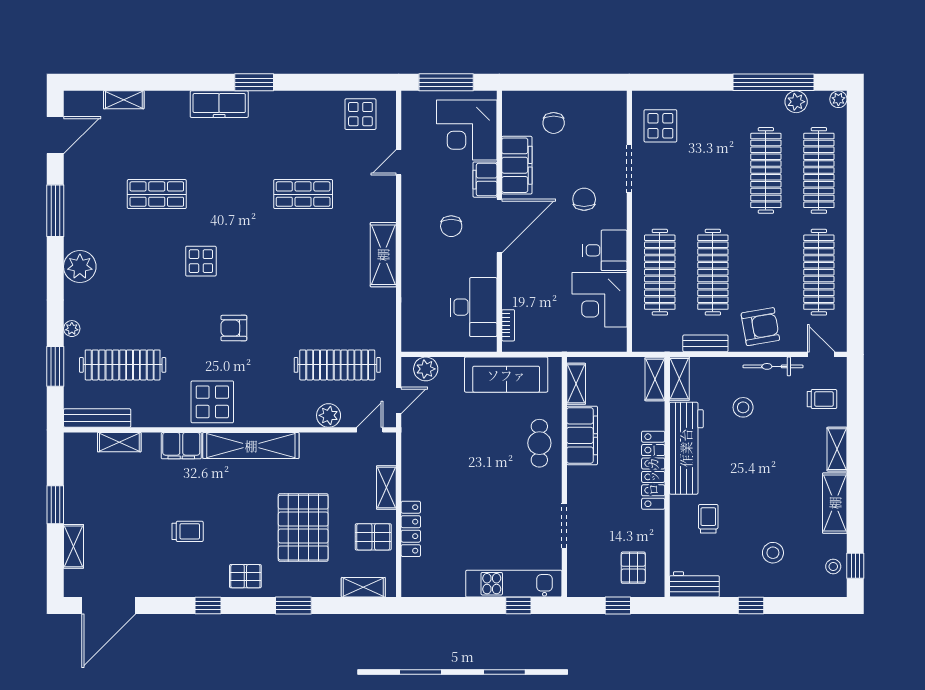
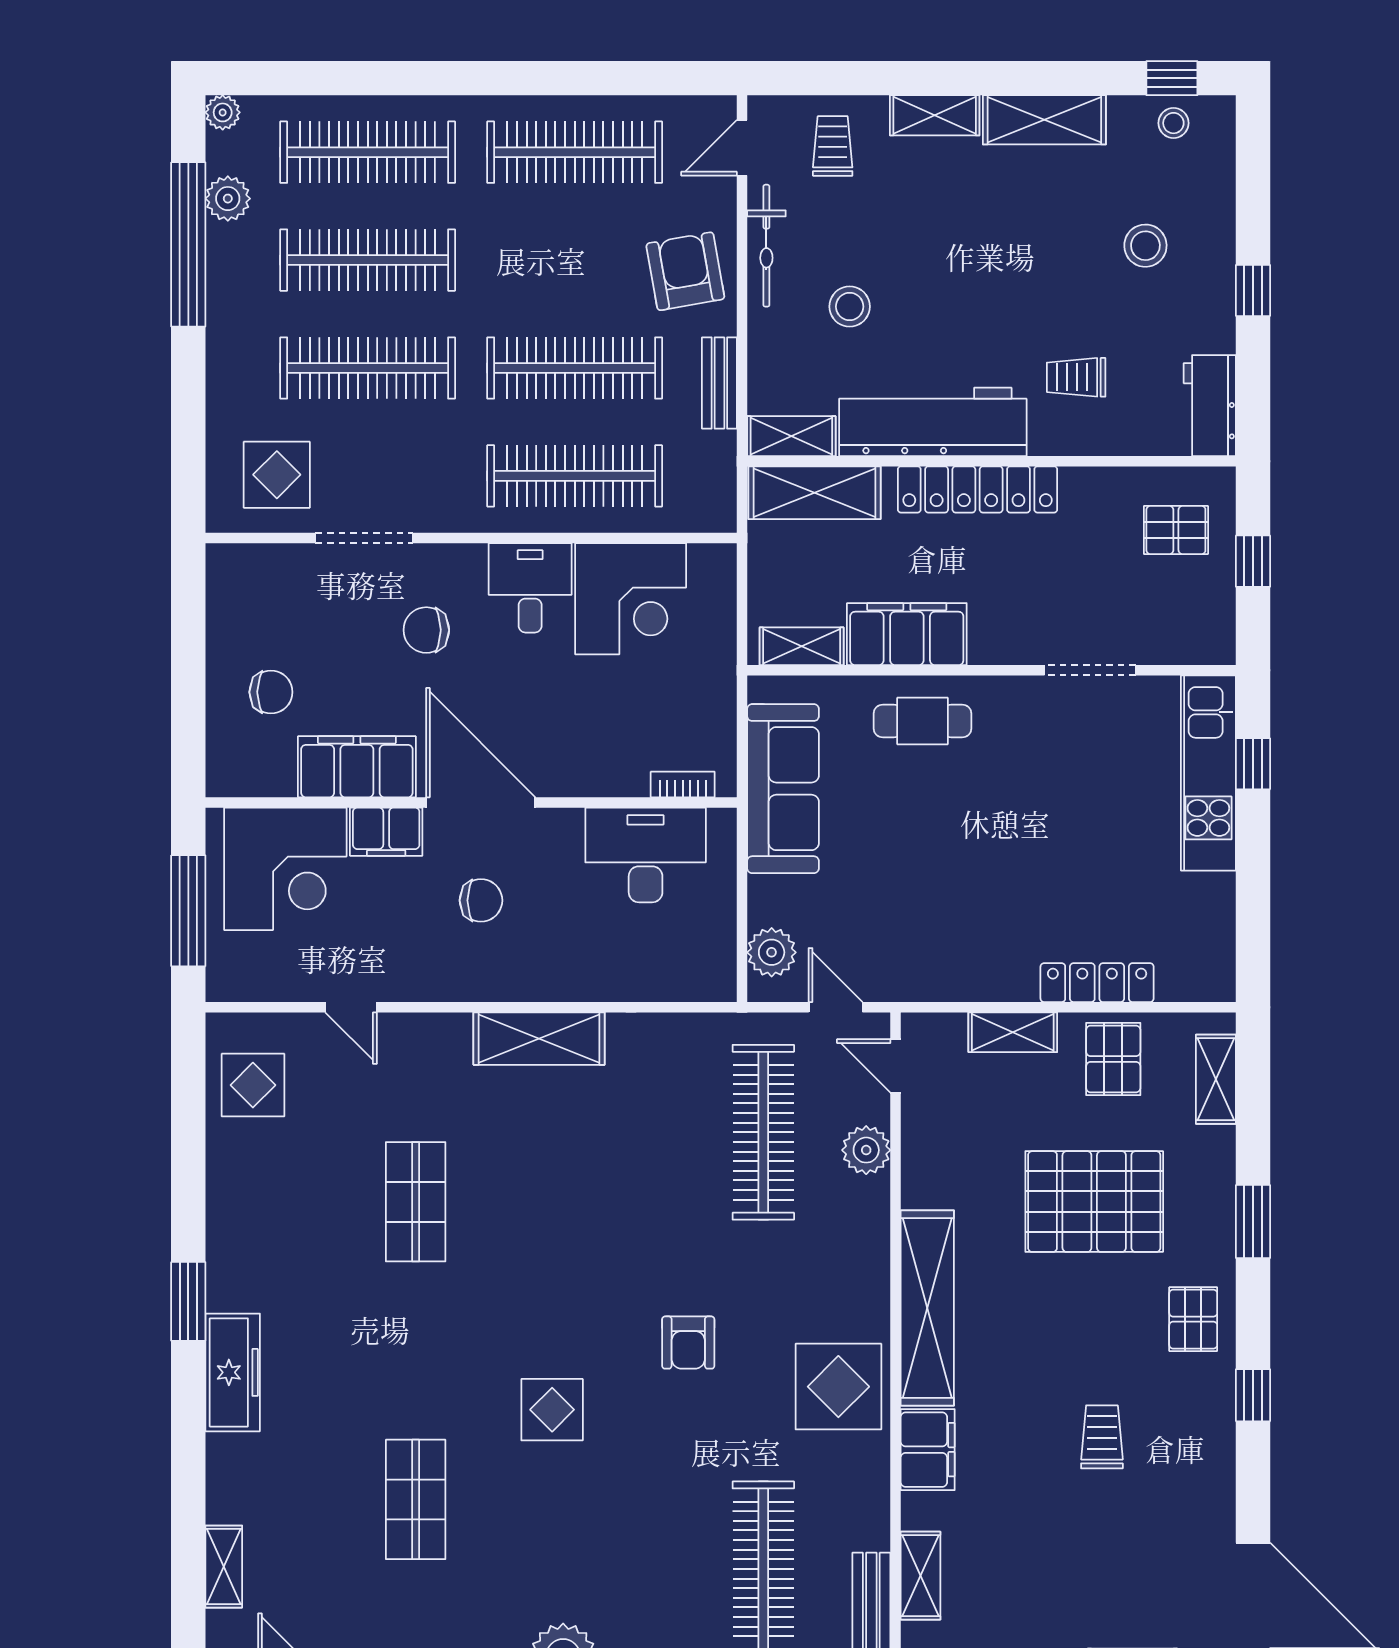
clothes rail: (713, 170) -> (368, 368), added
shelving: (655, 379) -> (814, 493), width x1.50, depth x1.33

